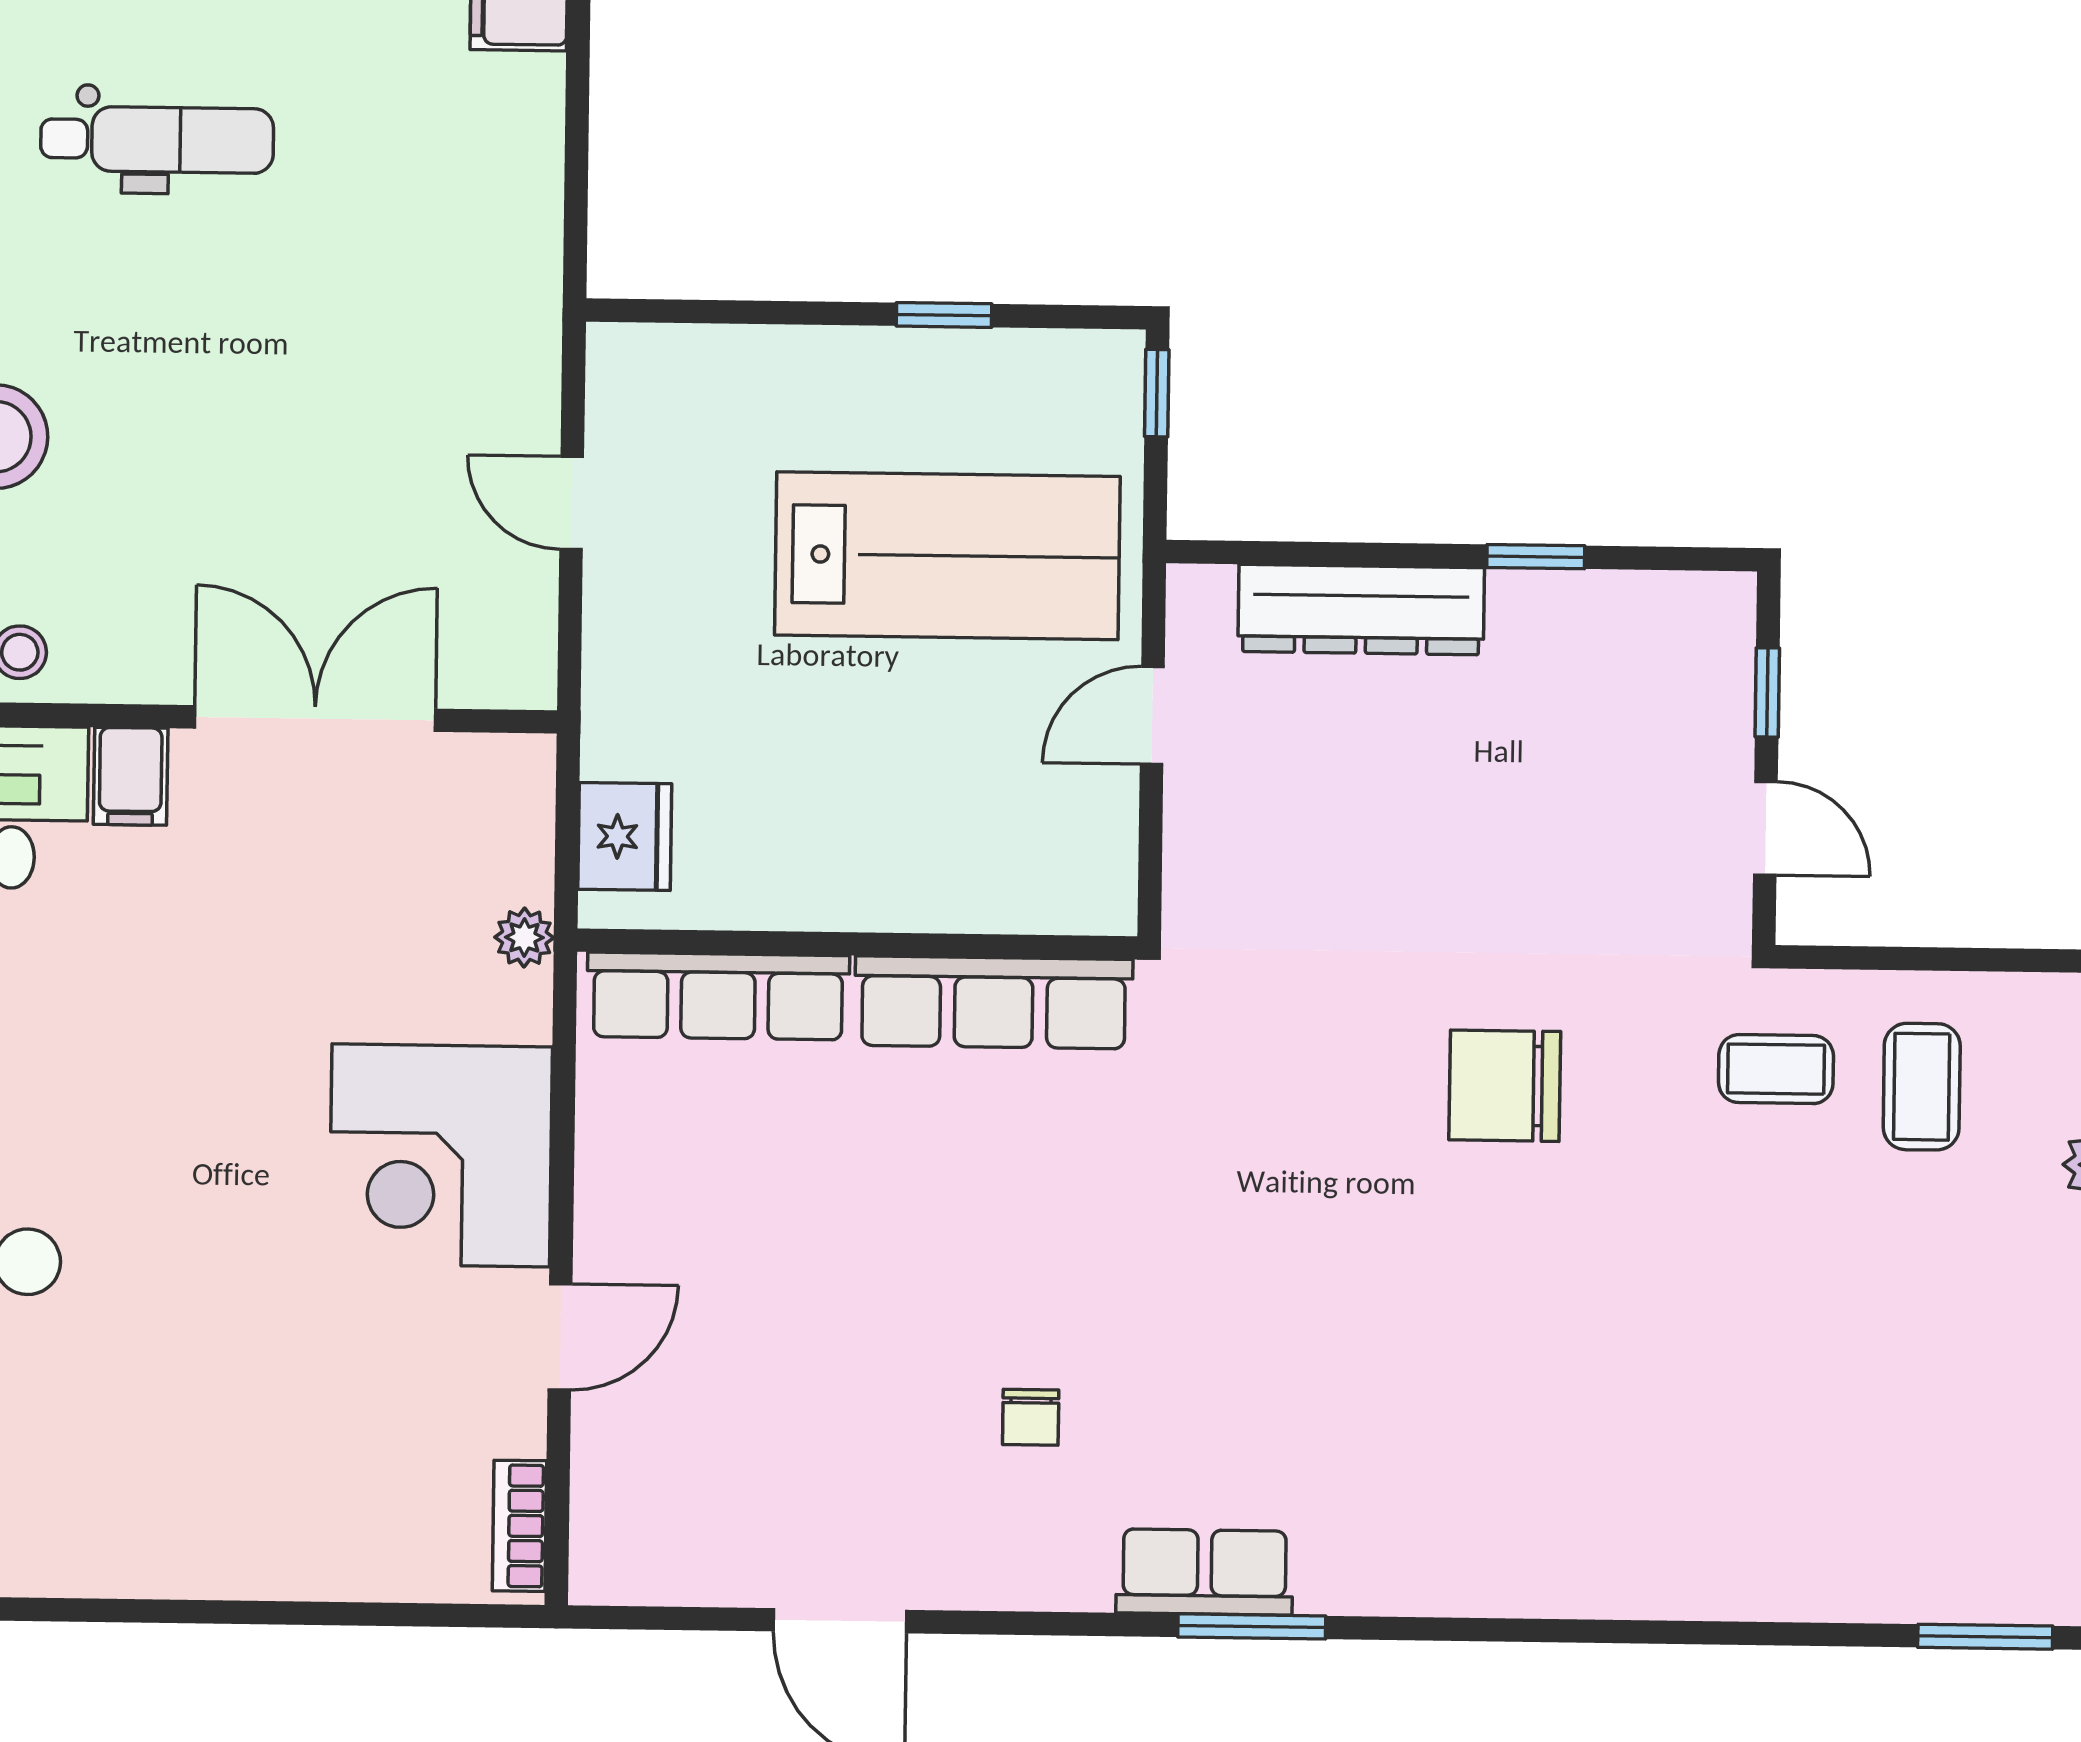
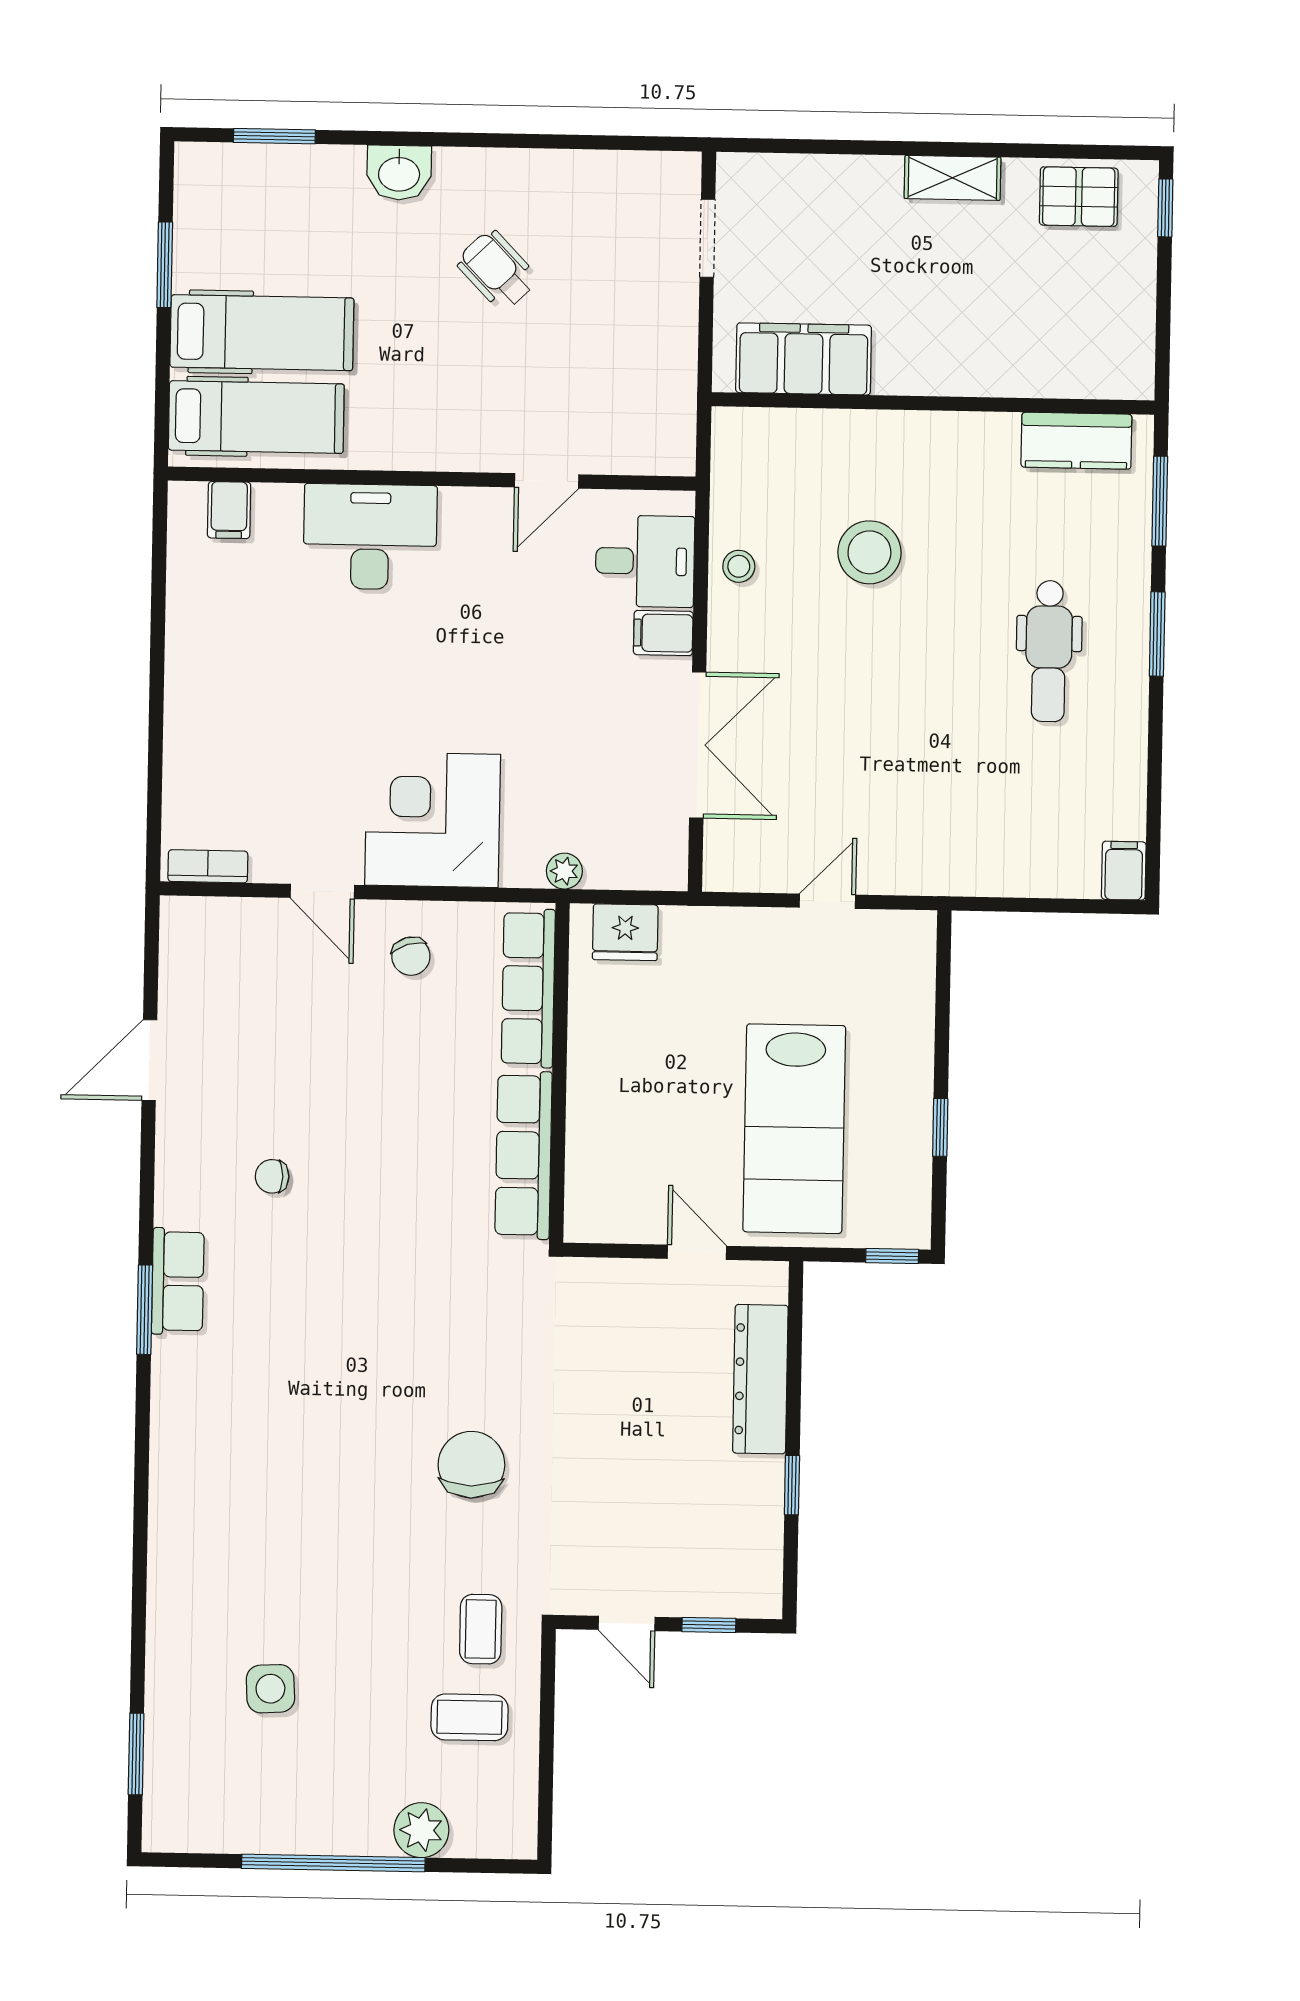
door: (1765, 828) -> (627, 1623), hinge flipped
chair: (666, 1190) -> (411, 956), added
side table: (1876, 1415) -> (270, 1689), added

